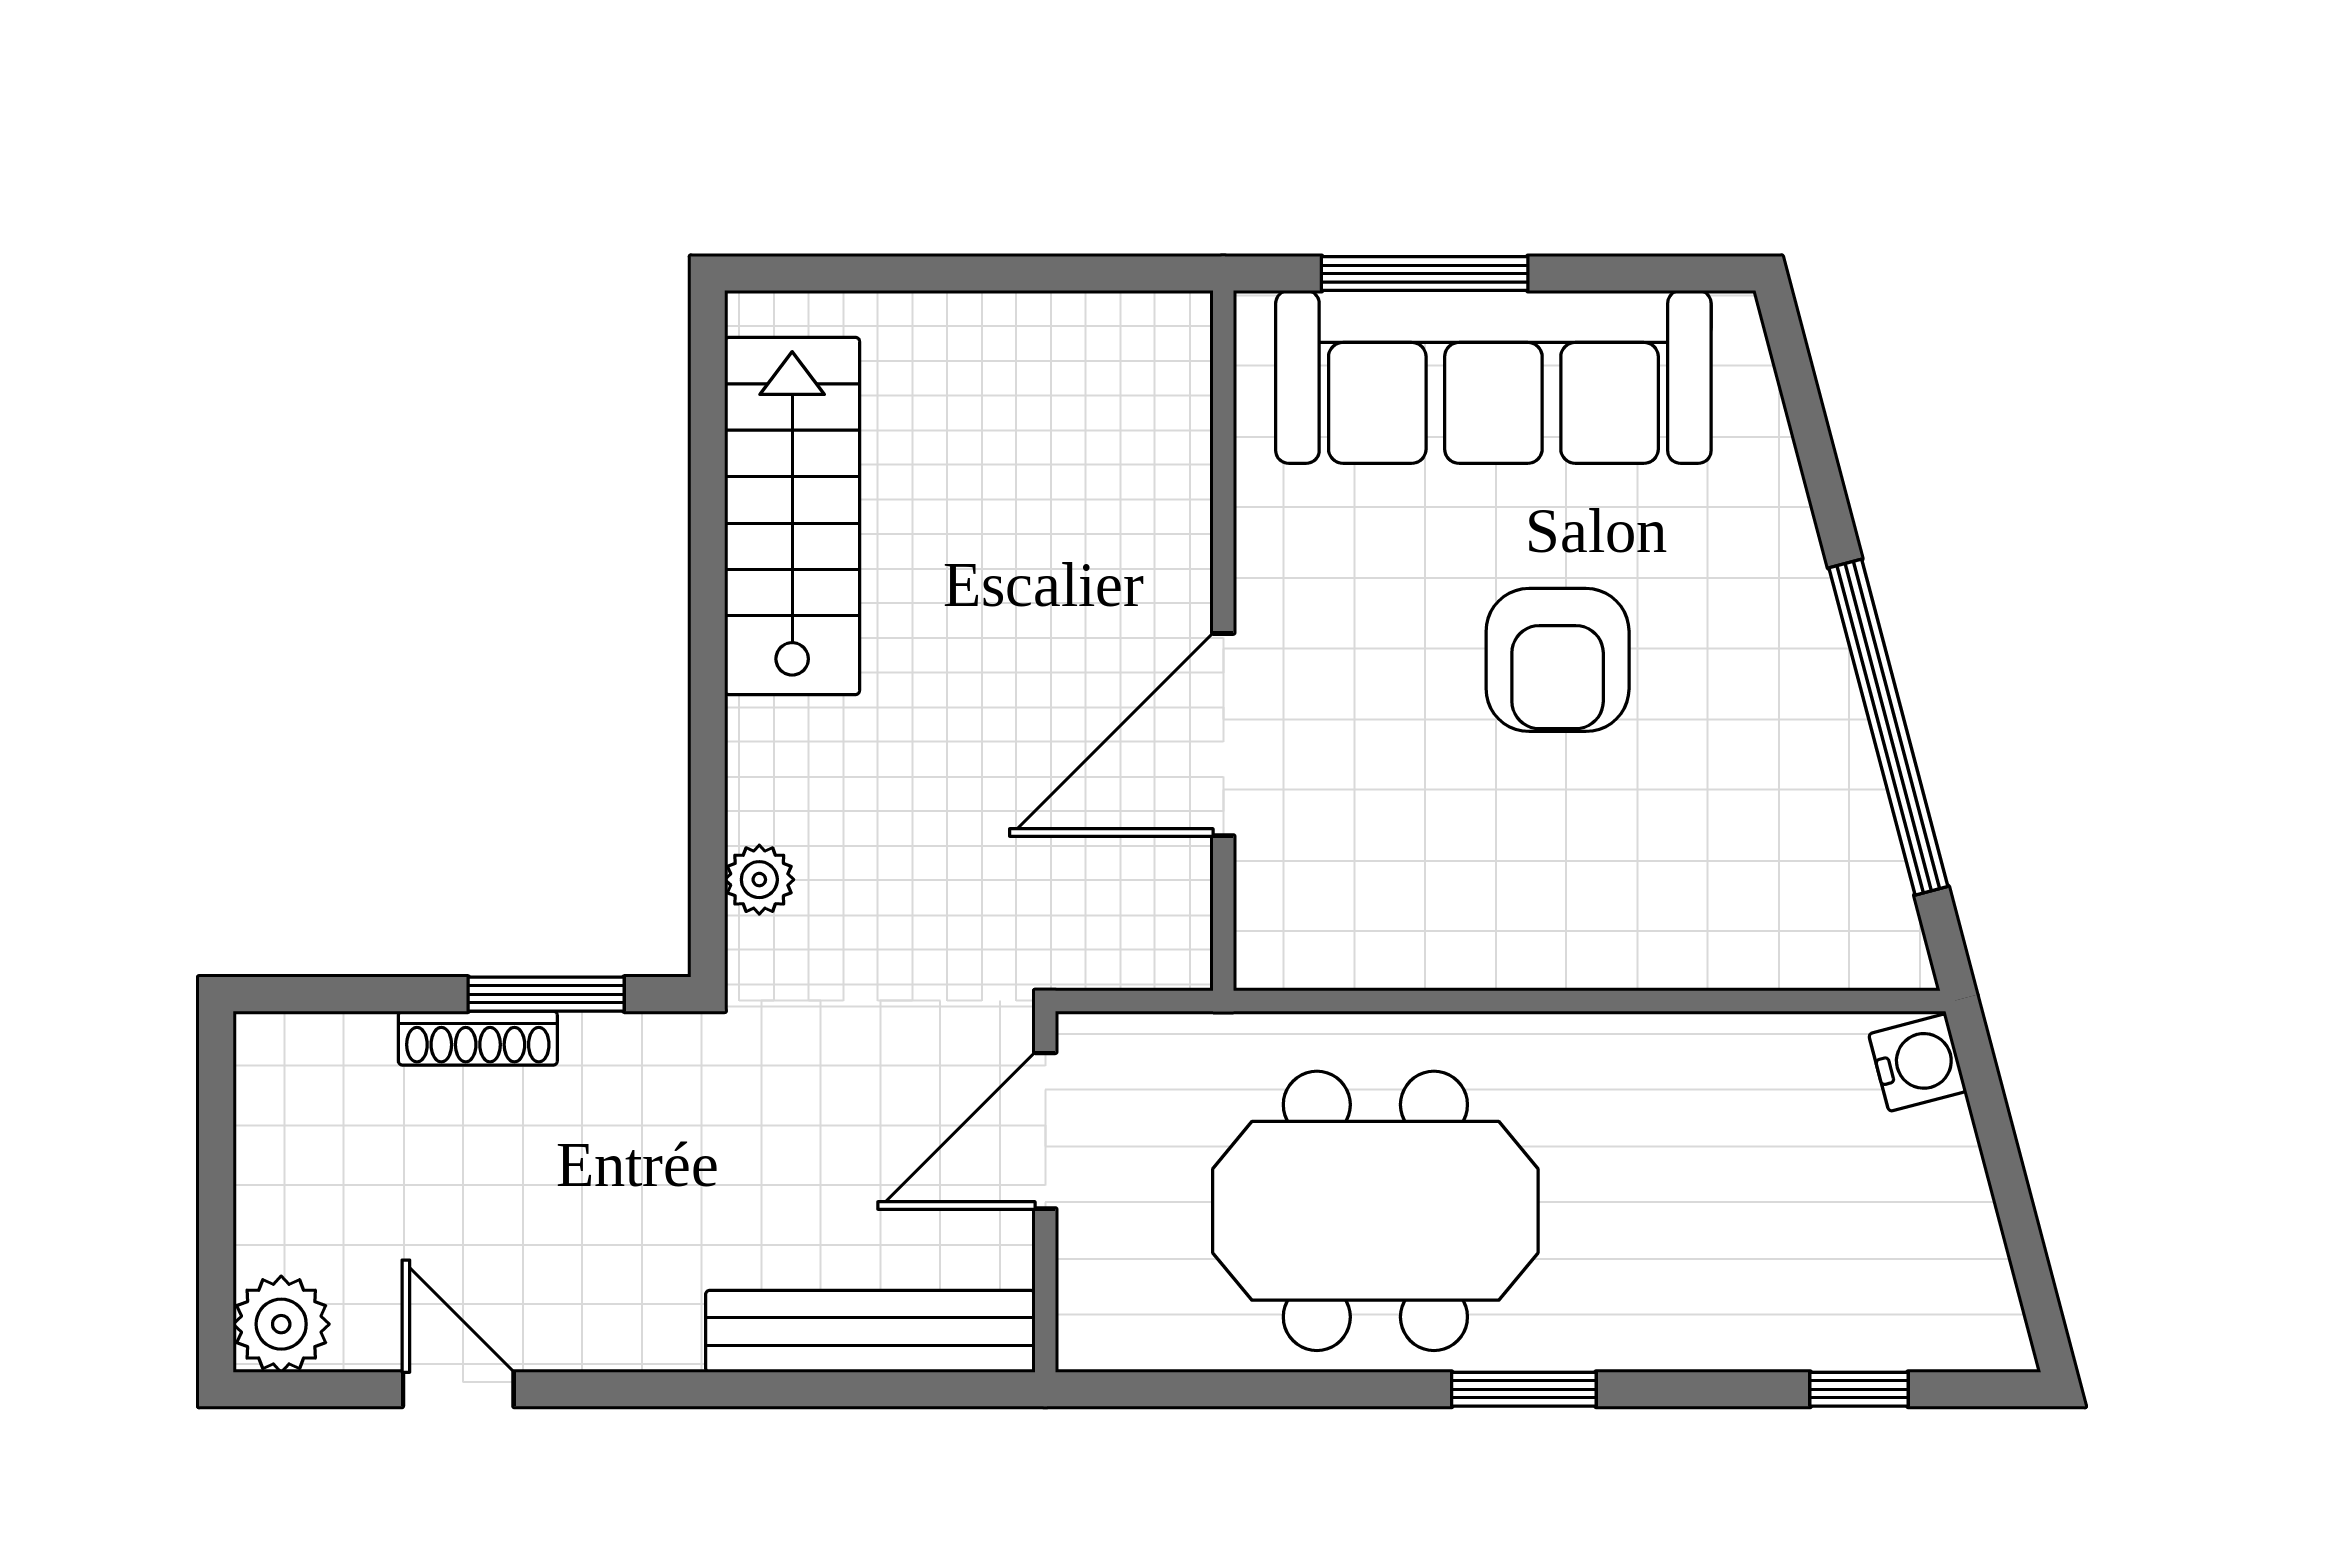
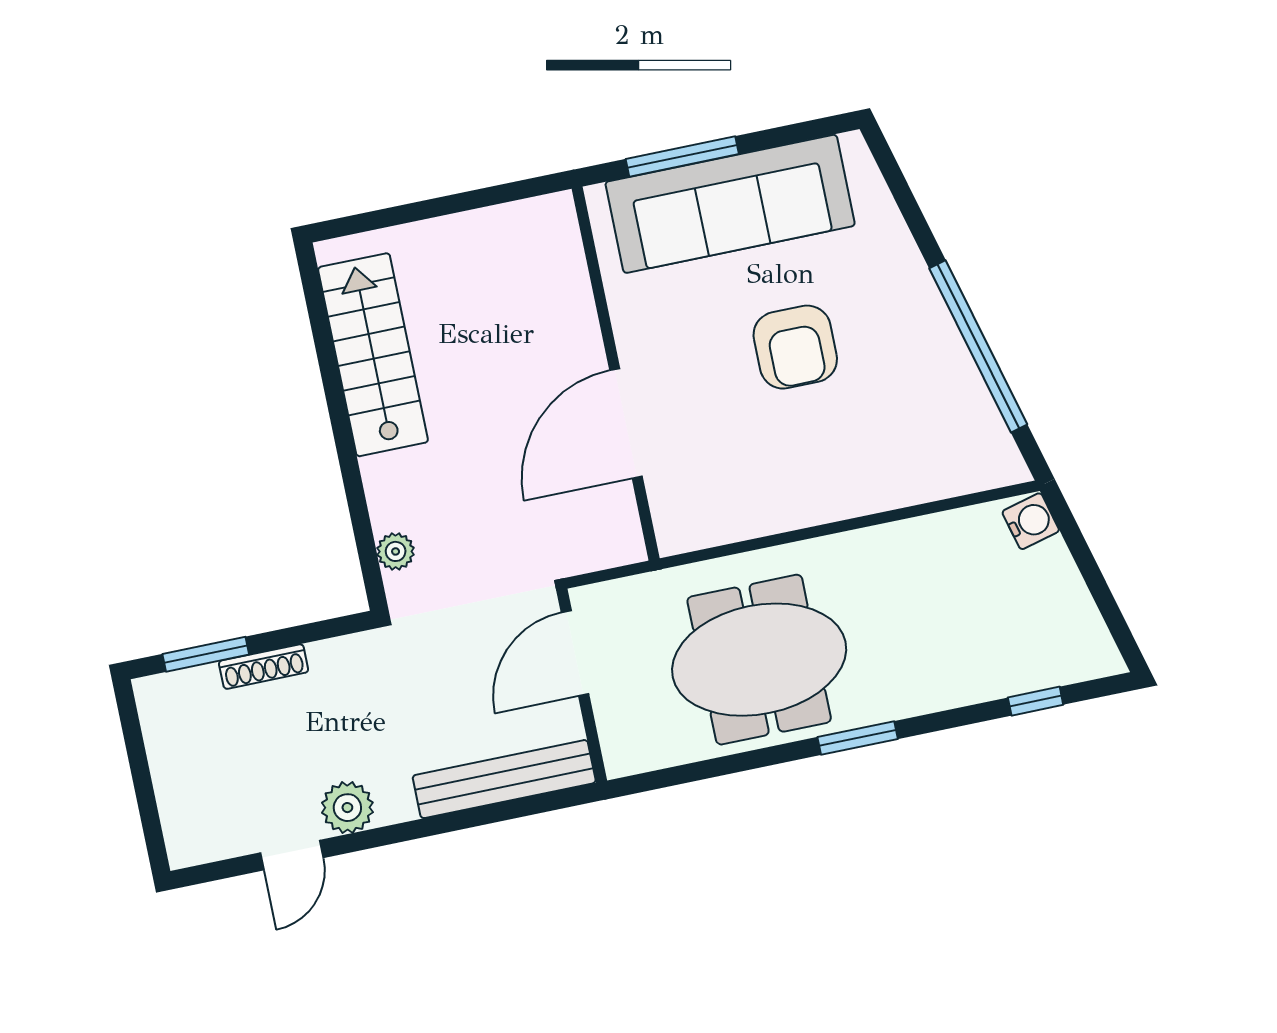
window: (546, 994) -> (206, 654), moved
plant: (281, 1324) -> (347, 808), moved
door: (458, 1389) -> (292, 855), swing flipped

